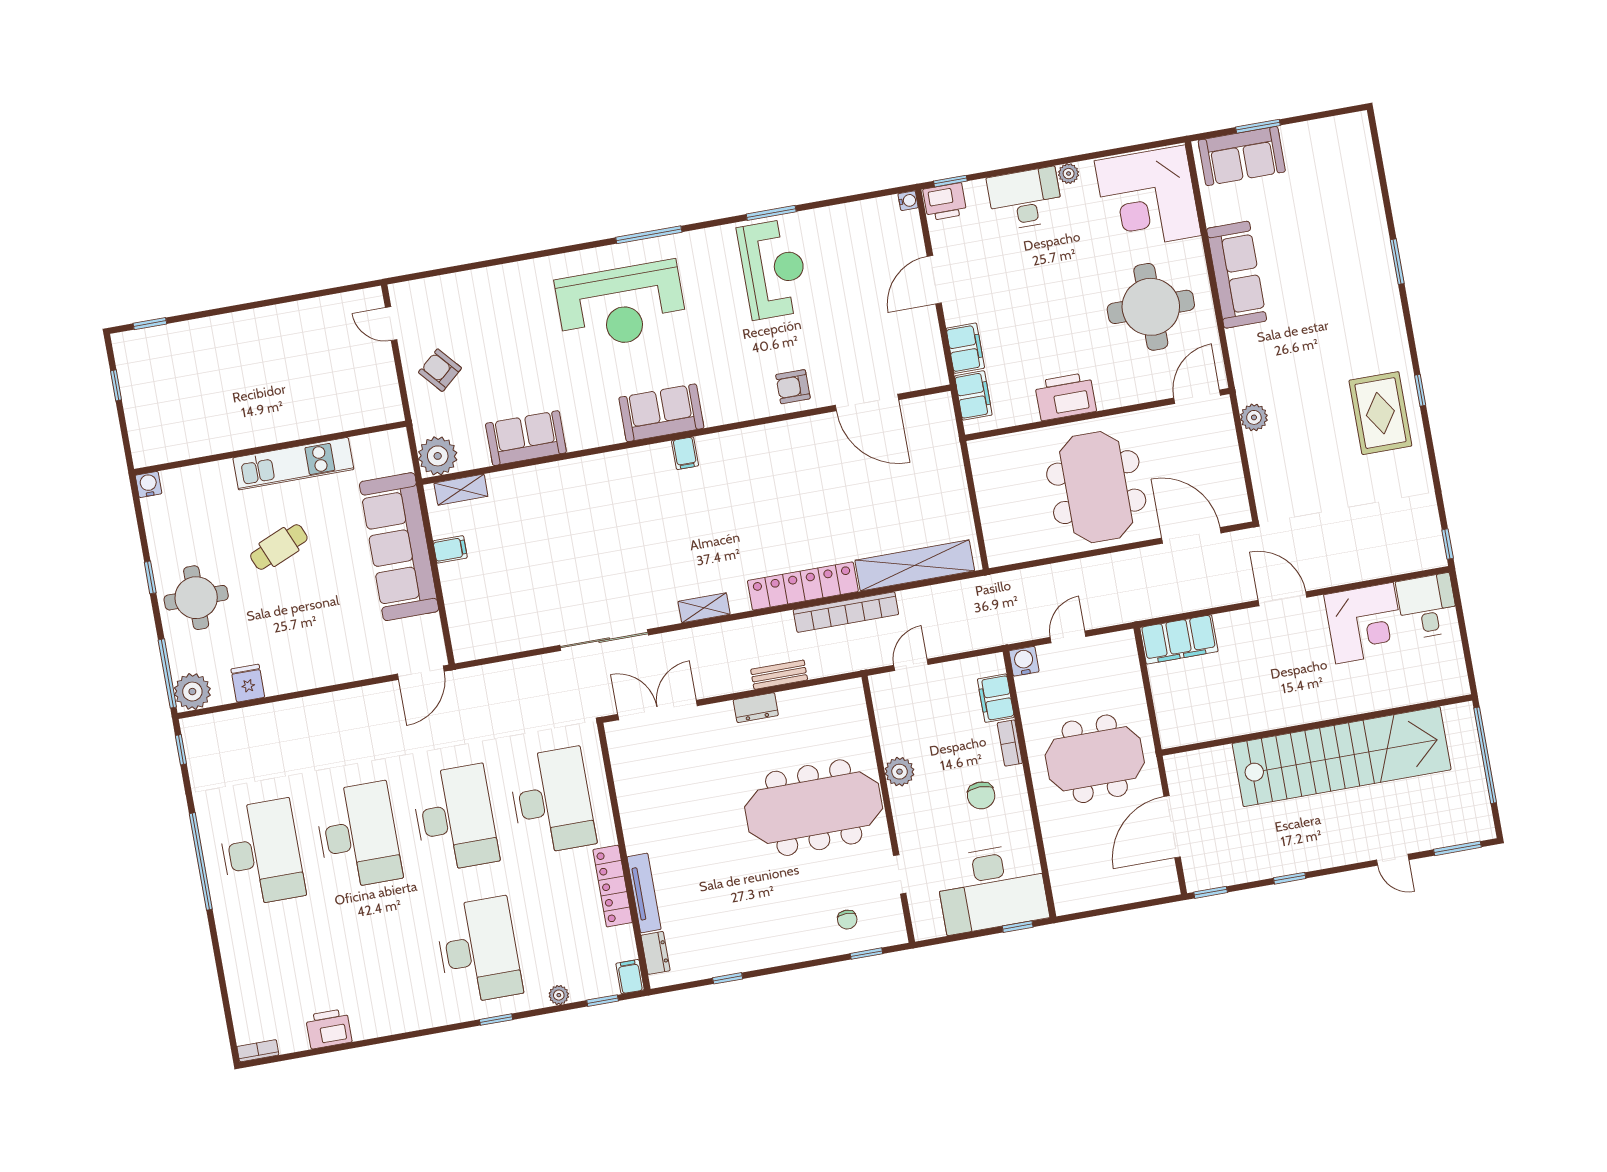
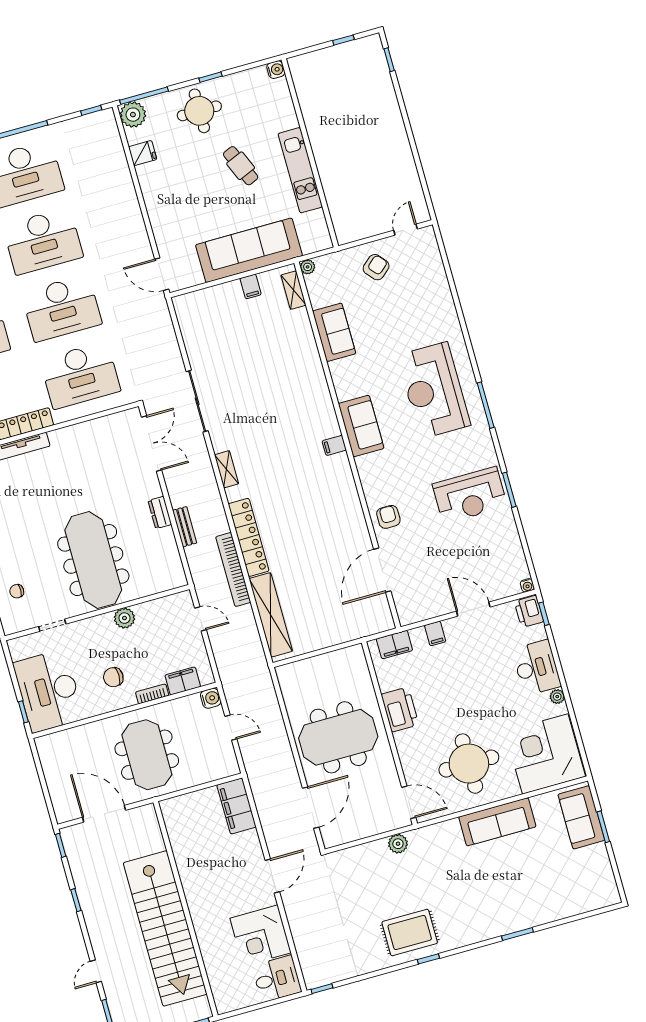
filing cabinet: (965, 348) -> (435, 633), width x0.50
plant: (438, 456) -> (308, 267), width x0.53, depth x0.53

